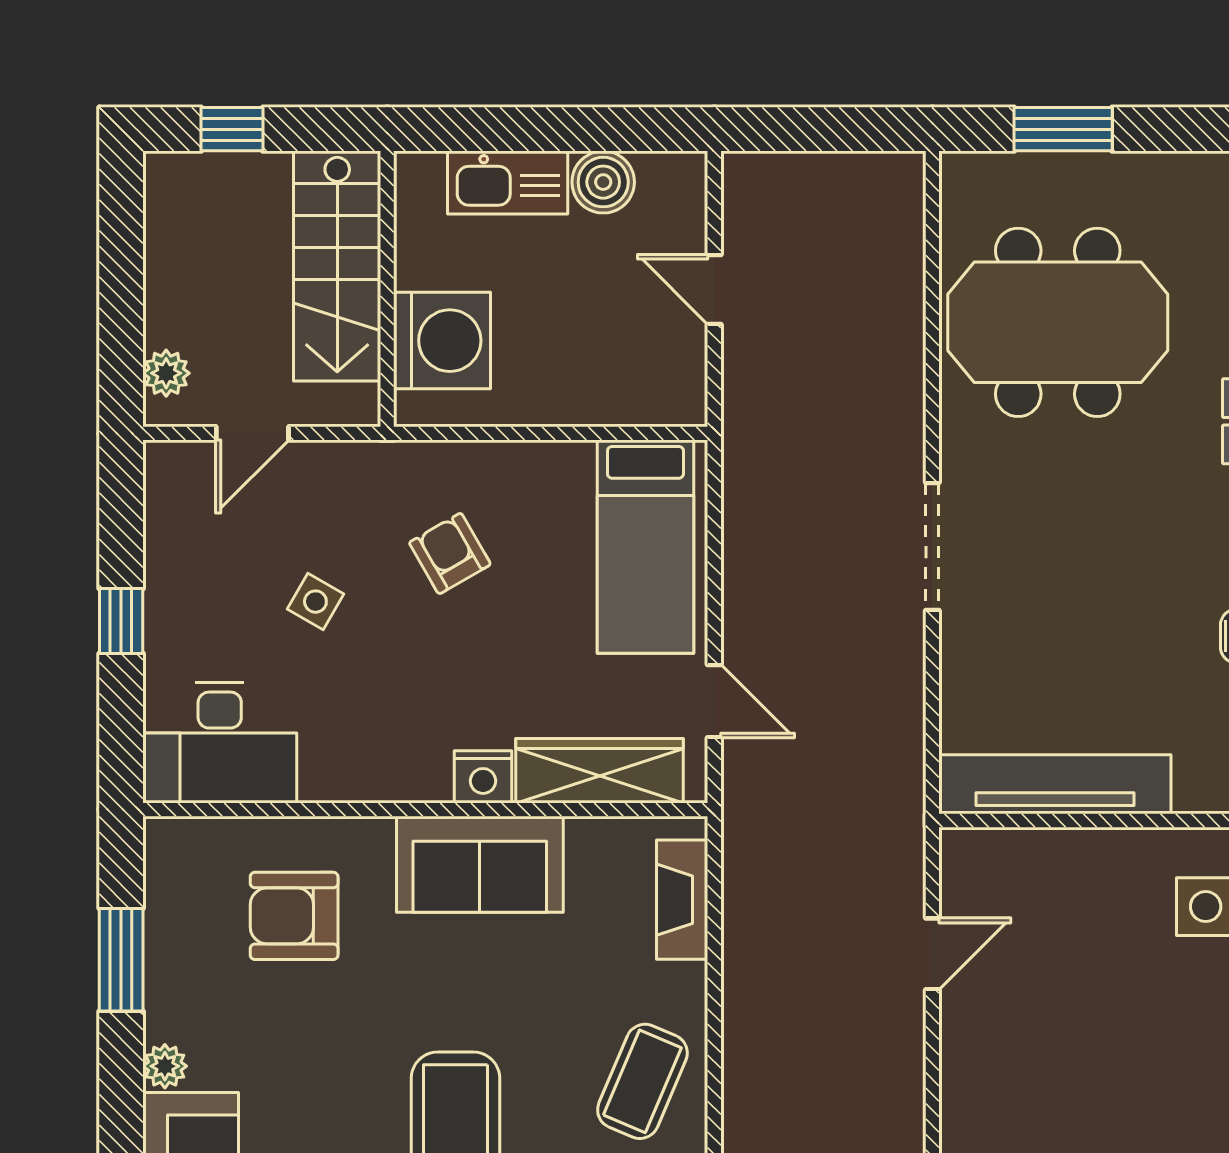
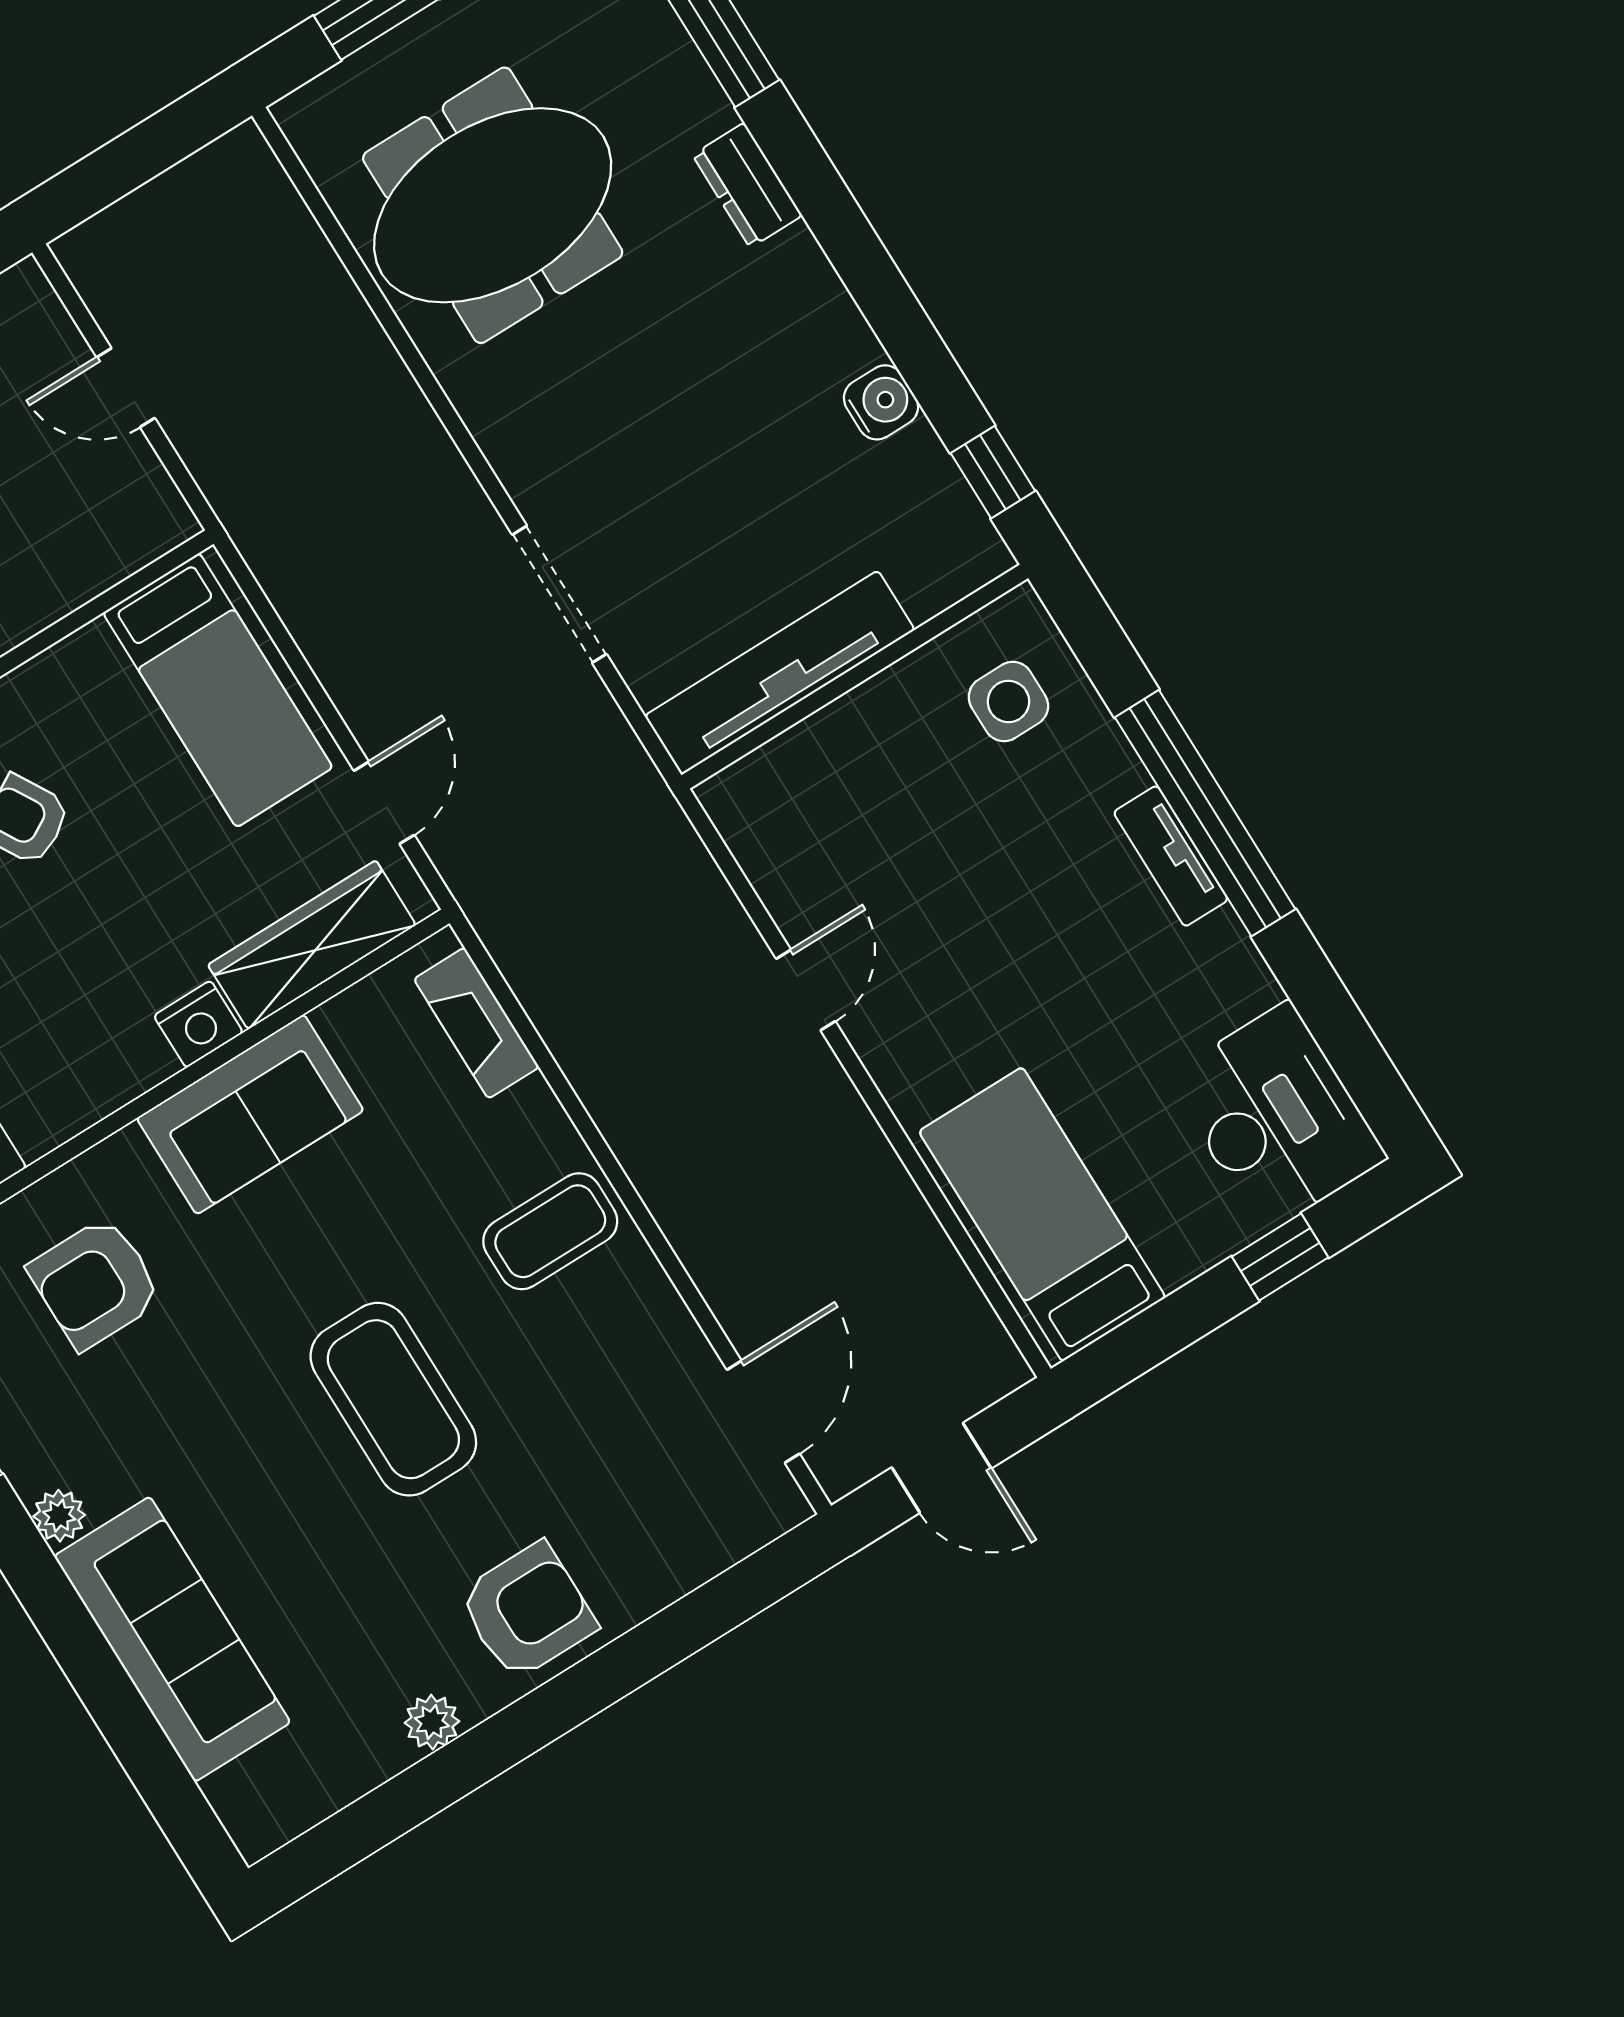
doorway: (932, 546) -> (559, 594), moved
door: (714, 701) -> (384, 803), hinge flipped
door: (932, 954) -> (806, 990), moved
coffee table: (642, 1081) -> (550, 1231), turned 67

